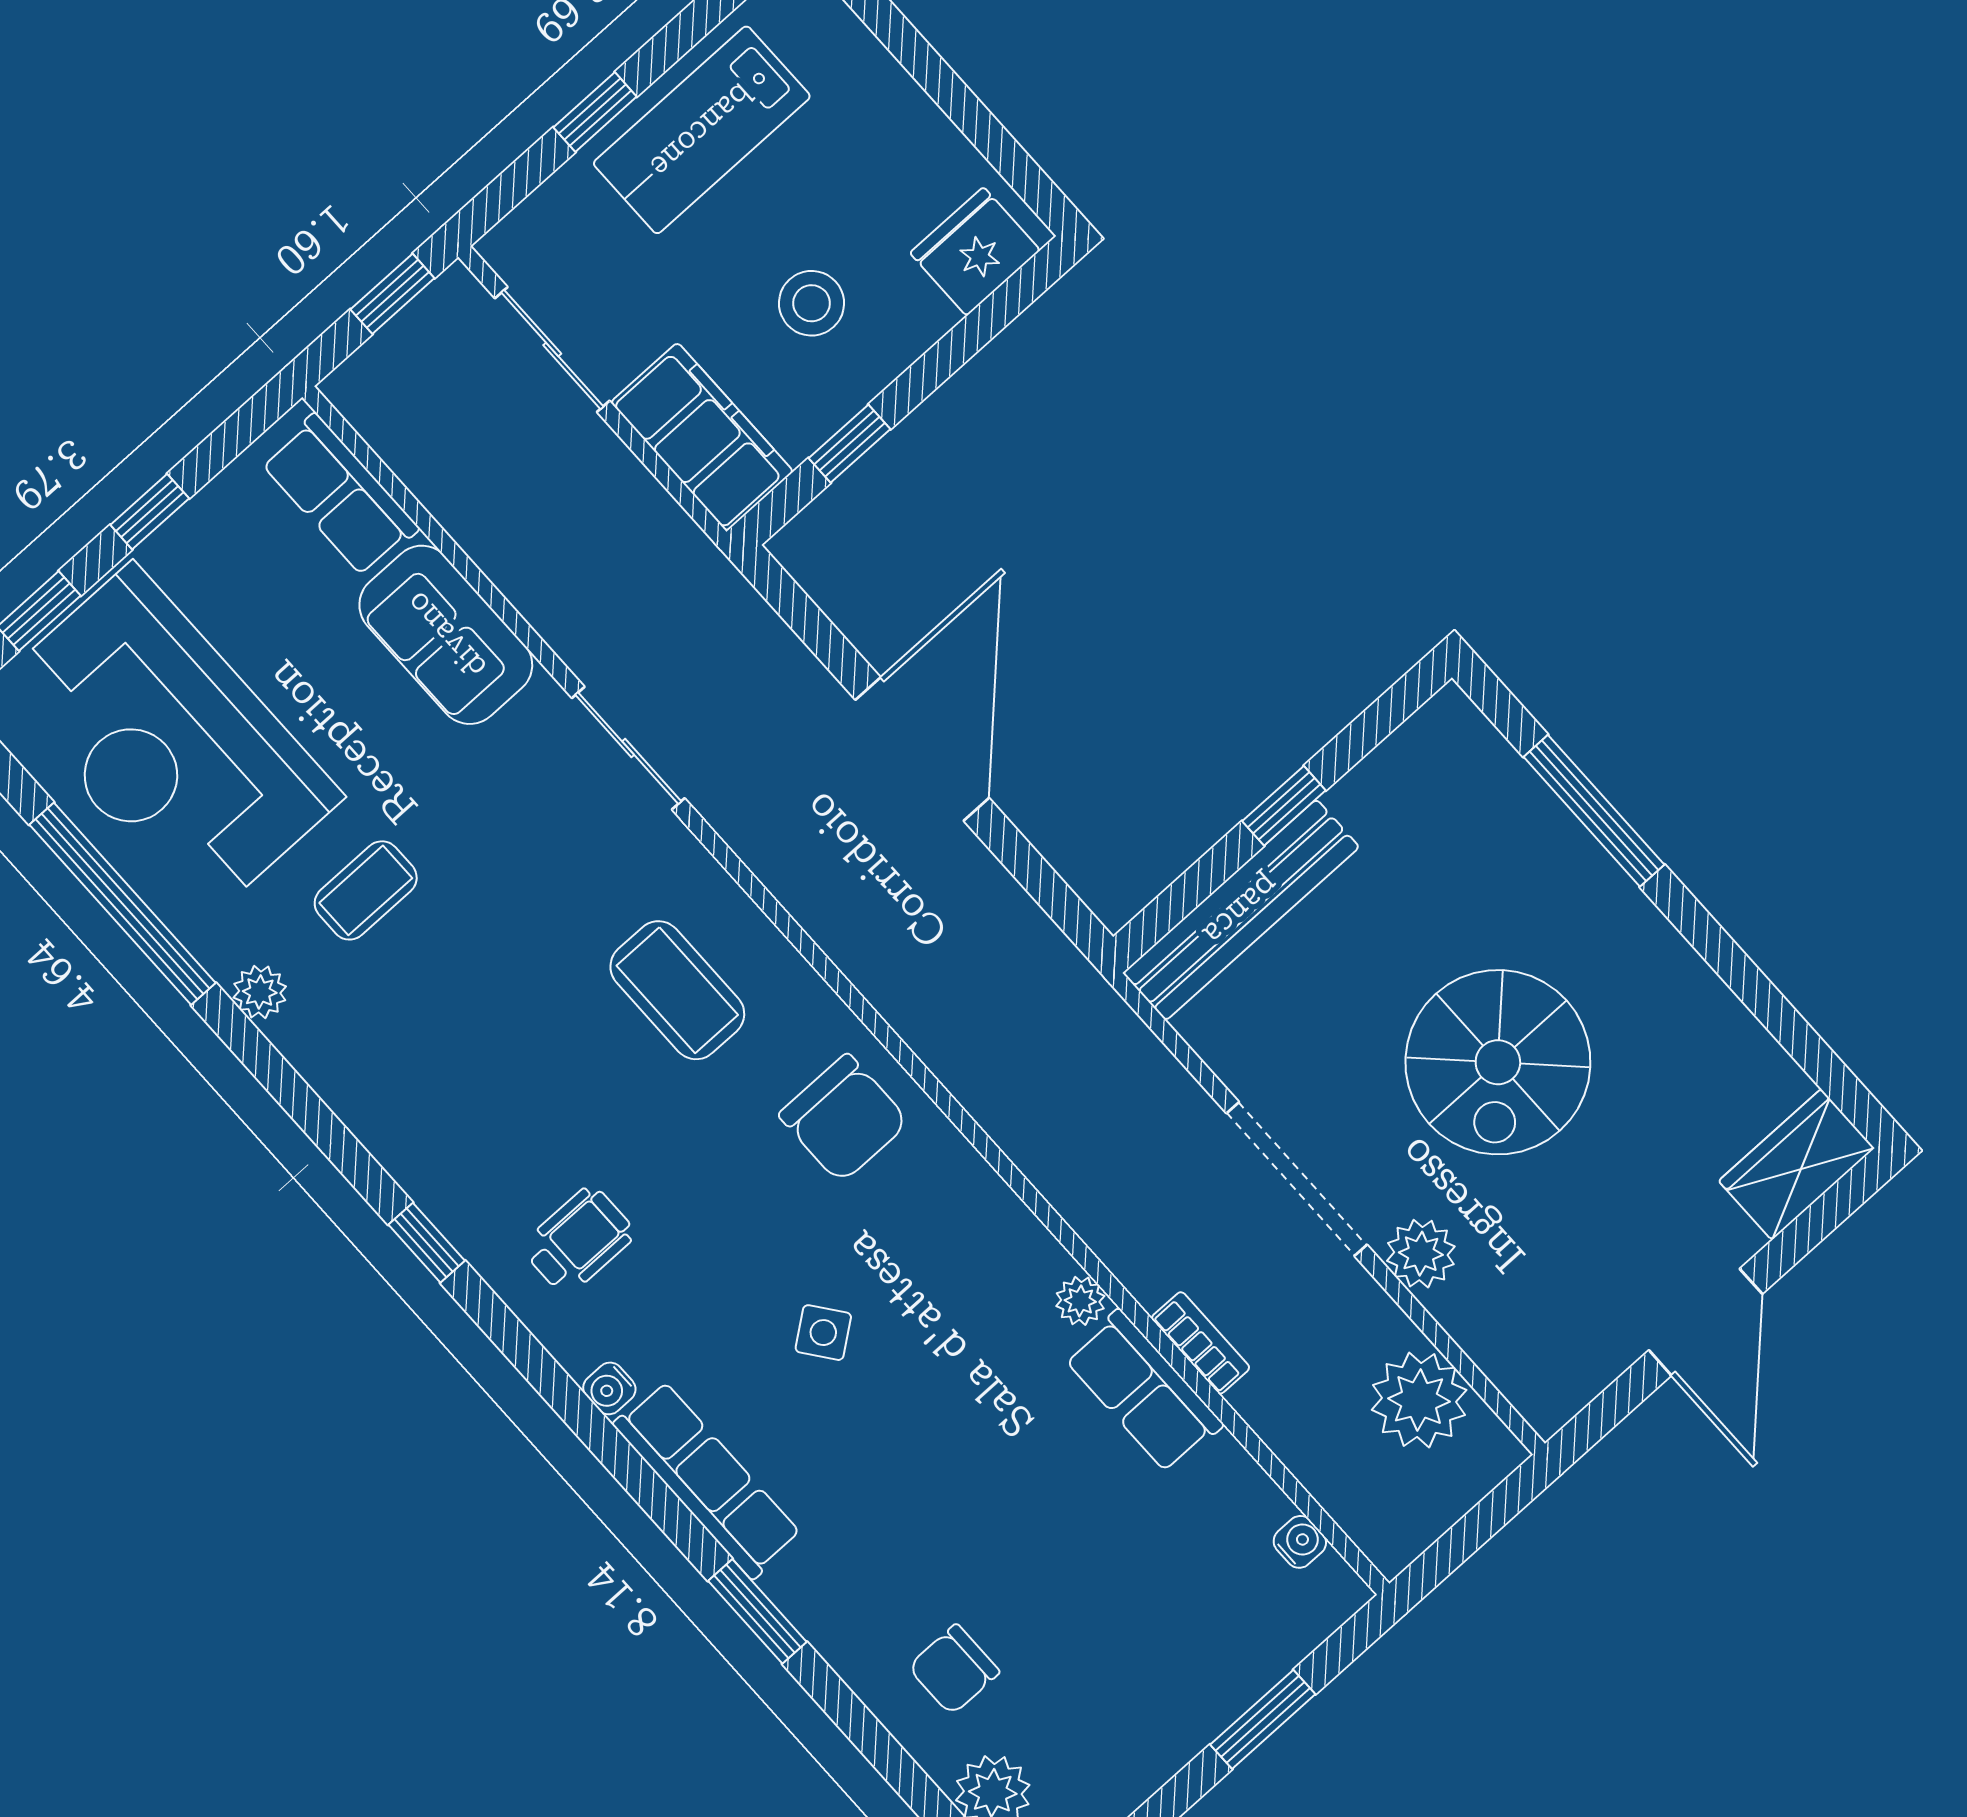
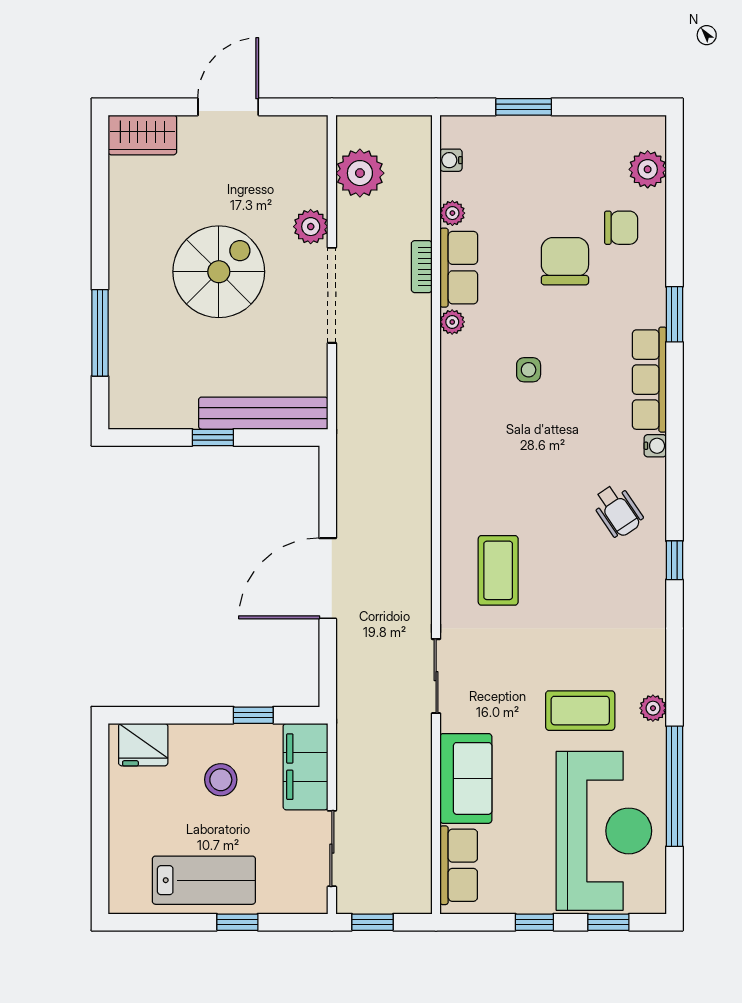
coffee table: (366, 890) -> (580, 711), width x1.36, depth x1.30
chair: (844, 1118) -> (565, 261), moved
wheelchair: (578, 1240) -> (618, 511), turned -124
side table: (823, 1333) -> (529, 370), moved, turned 37
plant: (1227, 1464) -> (452, 213), added

